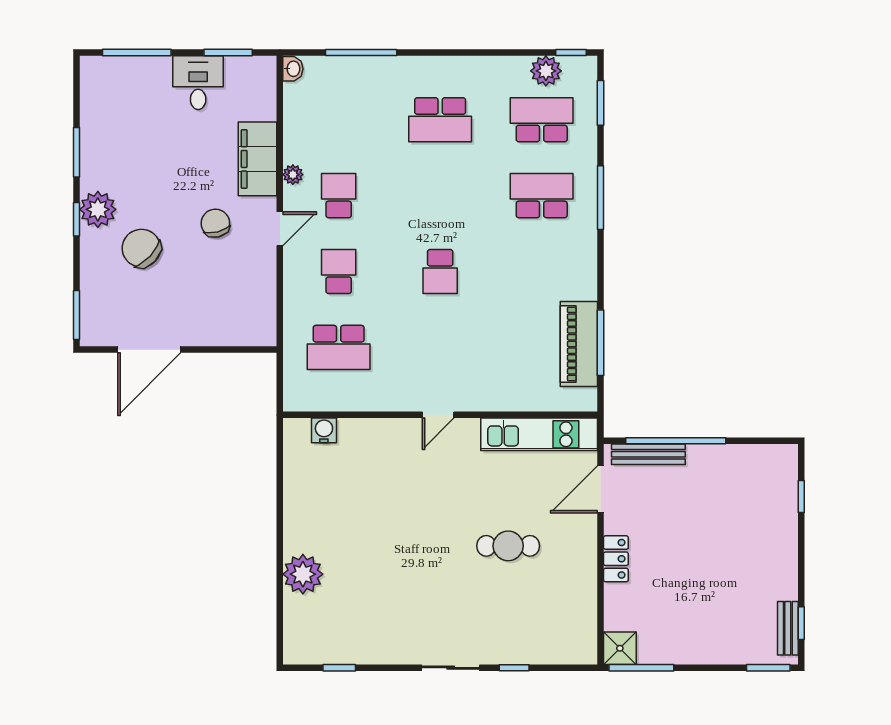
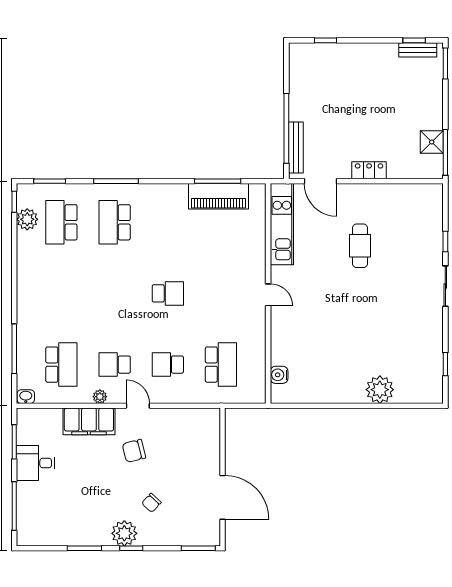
school desk: (440, 120) -> (61, 365), moved
chair: (141, 248) -> (151, 503), width x0.54, depth x0.54
shower: (620, 648) -> (432, 142), moved

